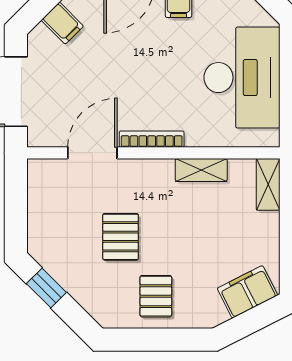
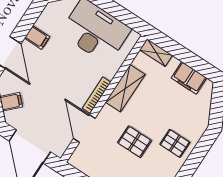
shelving: (201, 170) -> (125, 88), width x1.50, depth x1.33
filing cabinet: (247, 292) -> (189, 78), moved, turned -63

